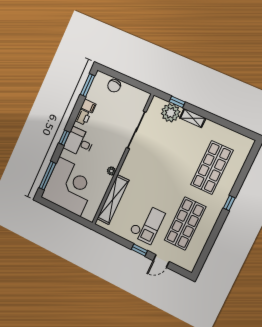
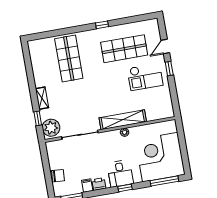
plant: (171, 113) -> (51, 128), moved
shop shelf: (212, 168) -> (69, 58), turned 90
shelving: (113, 200) -> (123, 120), moved
window: (229, 203) -> (102, 25), moved
checkout: (147, 224) -> (145, 77), turned 180
door: (161, 261) -> (165, 46), swing flipped

